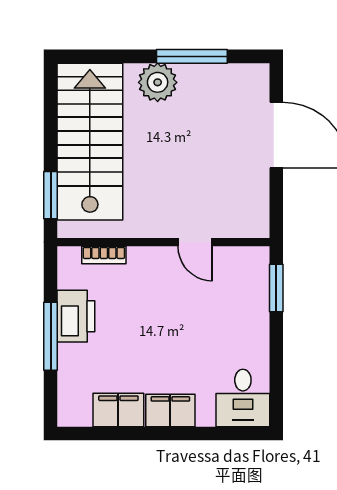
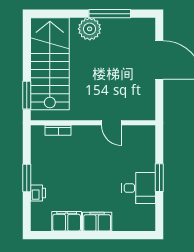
window: (276, 288) -> (159, 178), moved
printer: (76, 316) -> (38, 193), moved, width x0.53, depth x0.68
window: (51, 336) -> (27, 178), width x0.69
desk: (243, 398) -> (138, 188), moved, turned -90

